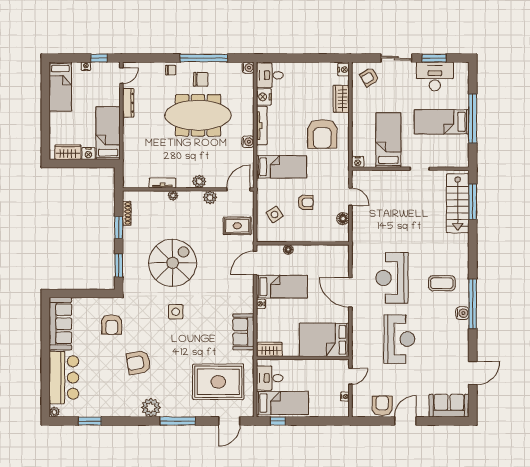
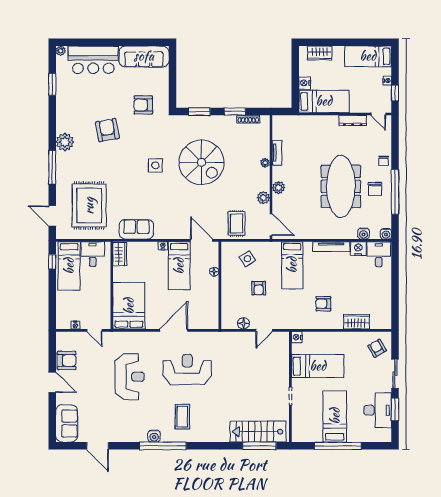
nightstand: (343, 70) -> (384, 324), removed
armchair: (322, 134) -> (323, 304), width x0.53, depth x0.53
water cooler: (248, 142) -> (364, 234), moved
wardrobe: (68, 152) -> (320, 53), moved, turned 90
reception desk: (399, 339) -> (130, 377), turned -90

